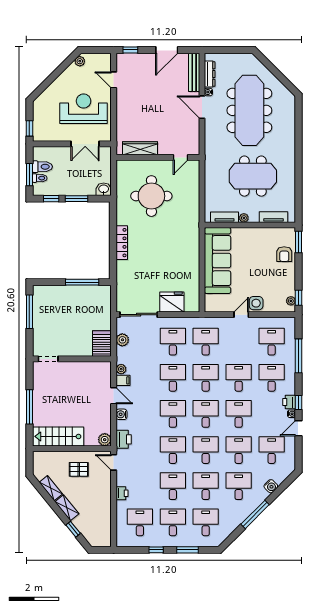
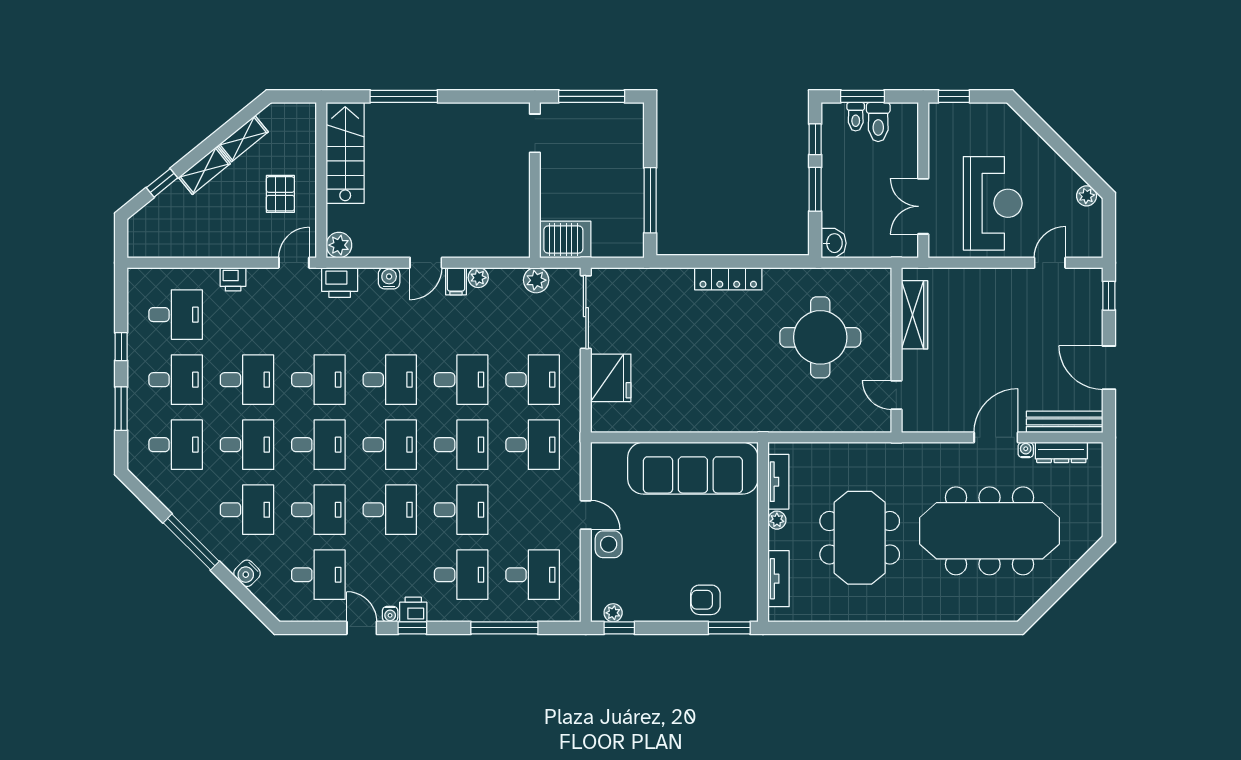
server rack: (102, 343) -> (565, 240), moved
doorway: (48, 359) -> (535, 133), moved
wall: (72, 359) -> (535, 180), moved

